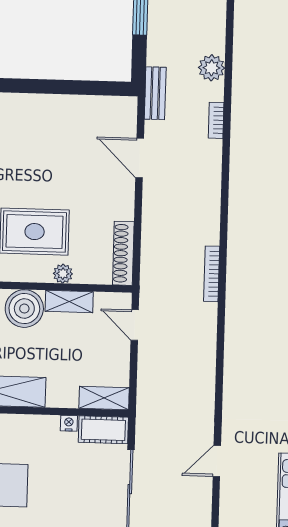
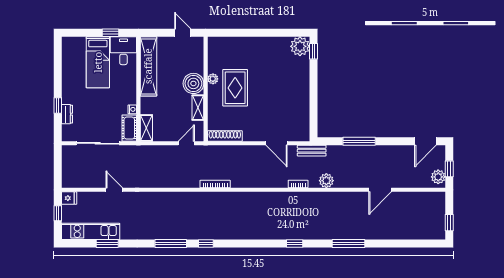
door: (140, 158) -> (277, 143), swing flipped
plant: (63, 274) -> (213, 79), moved

